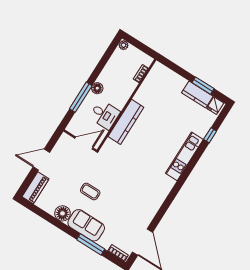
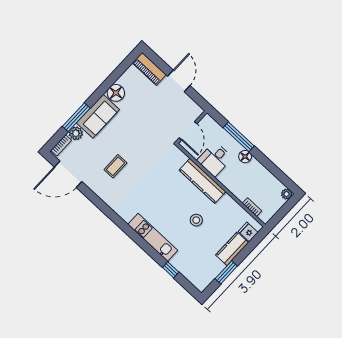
kitchen counter: (197, 94) -> (232, 249), moved
fridge: (215, 106) -> (248, 232), moved
stool: (162, 121) -> (196, 220), added
coffee table: (90, 191) -> (115, 166), moved
plant: (105, 242) -> (76, 133), added

